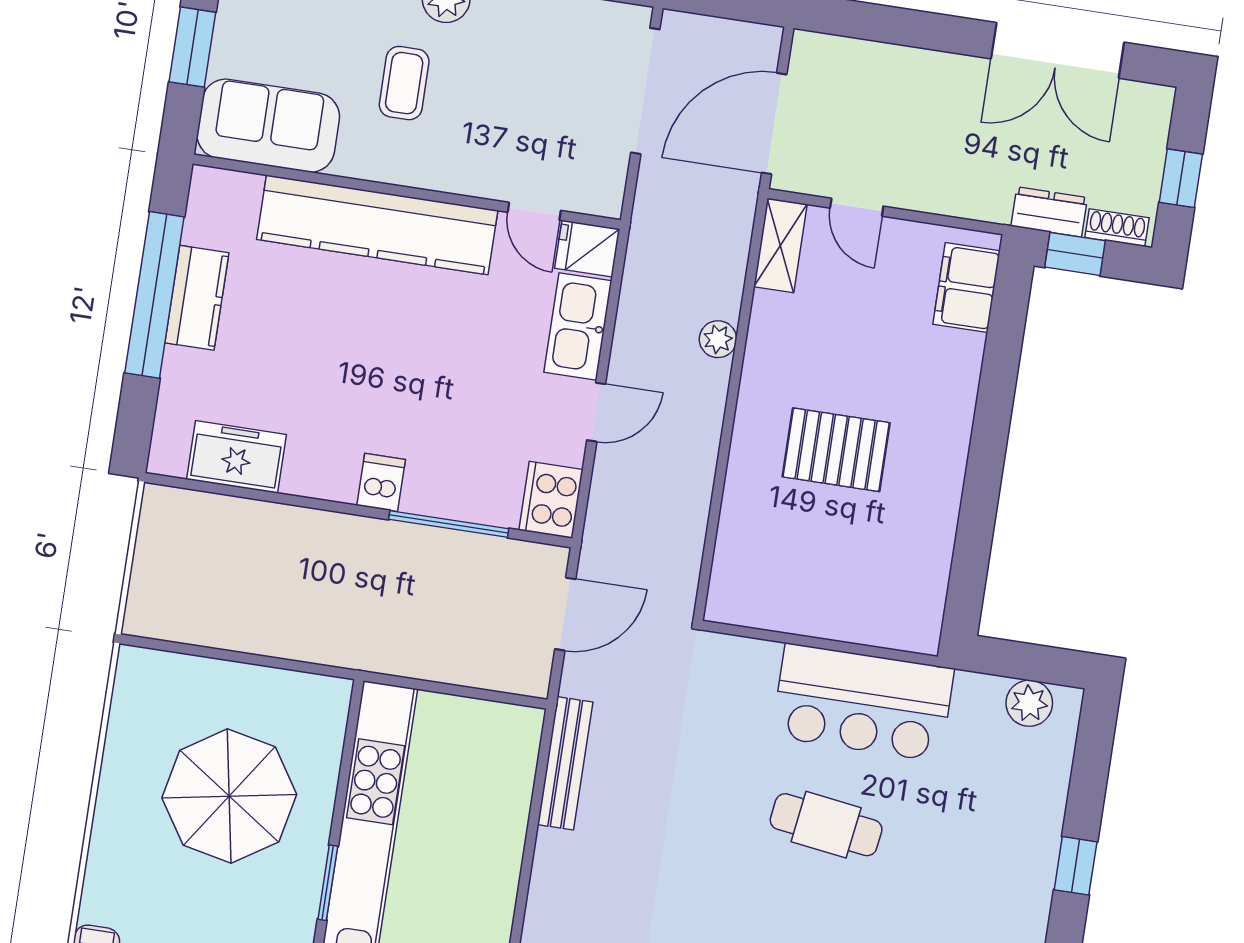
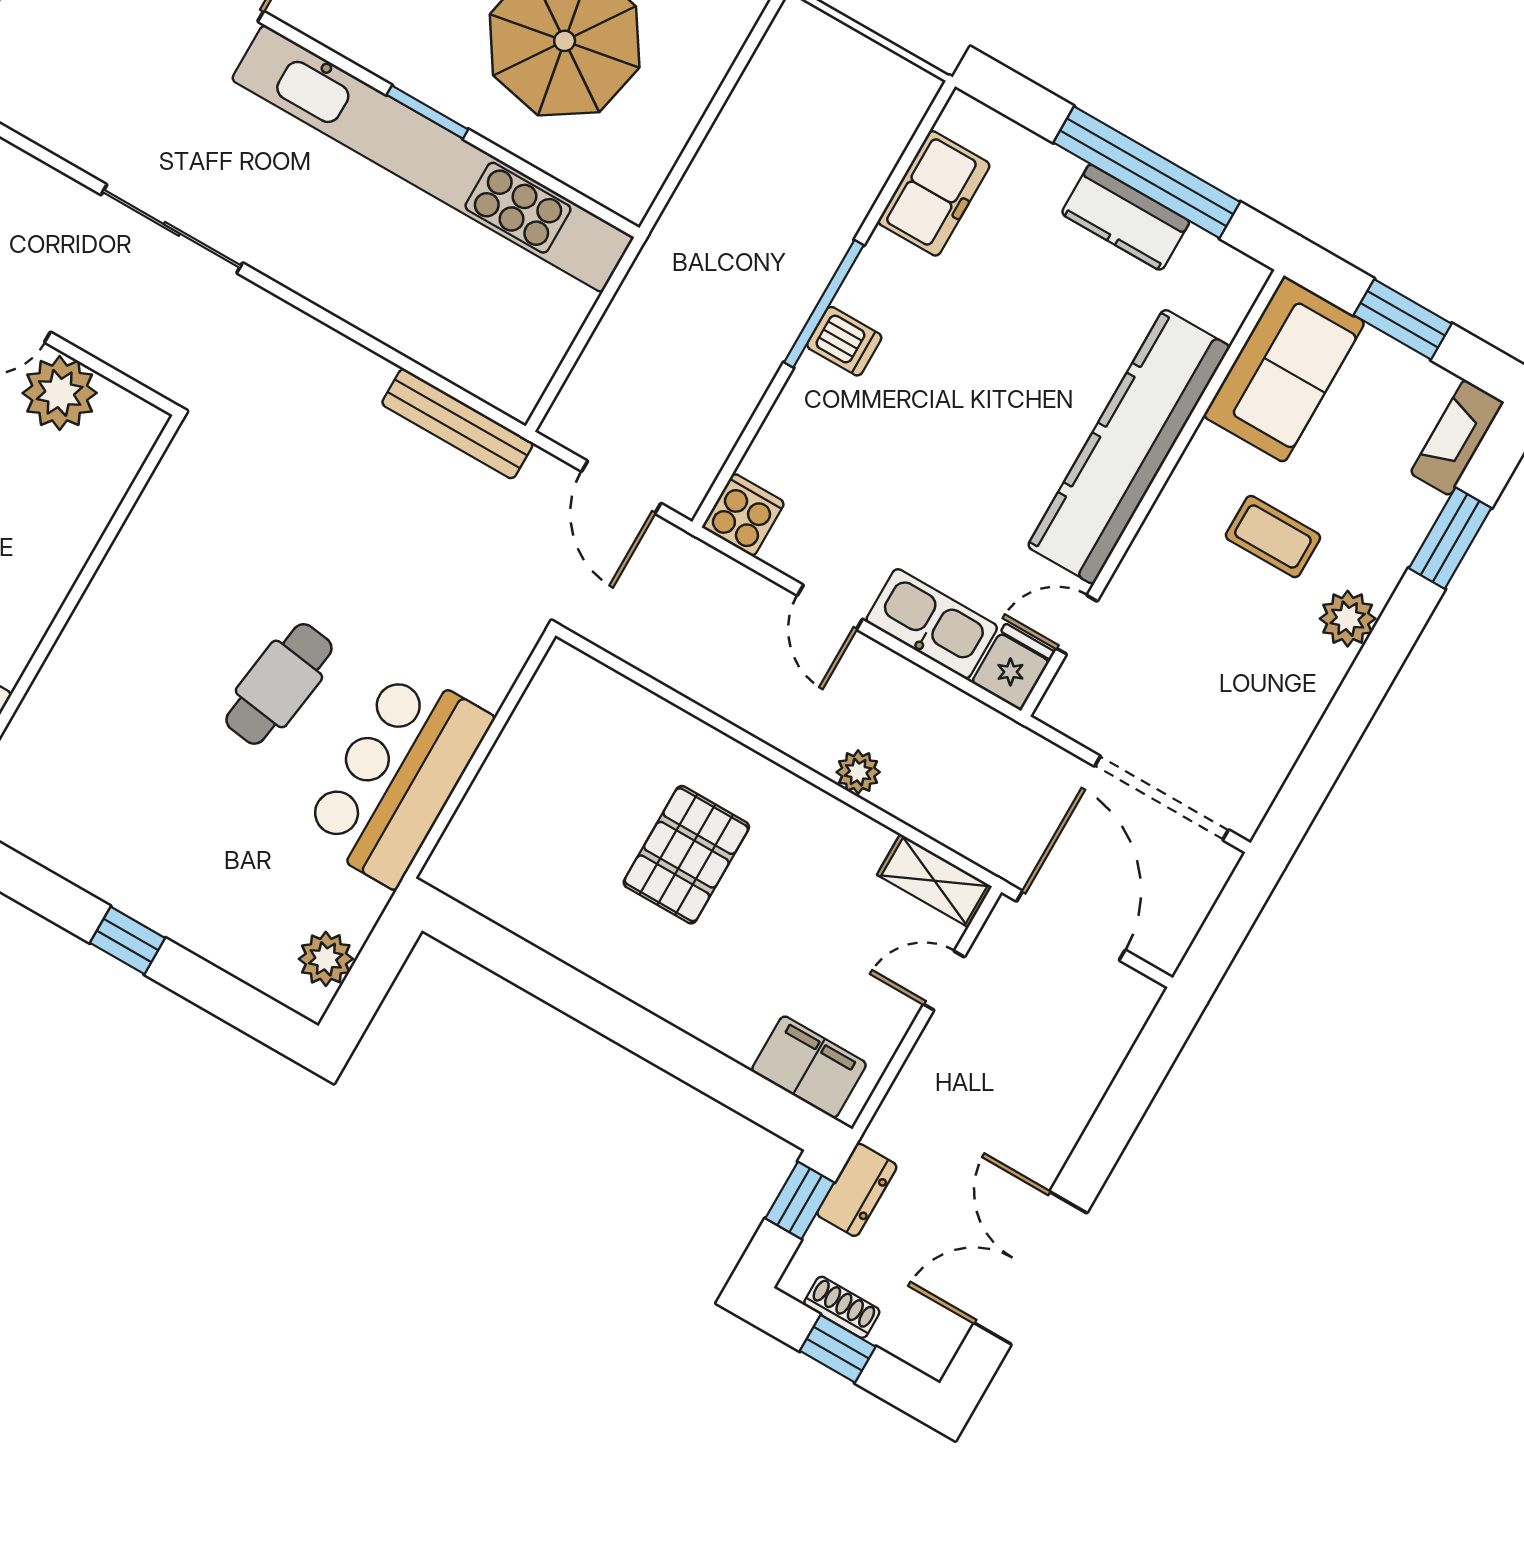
shoe rack: (1117, 228) -> (842, 1307), moved, turned -90
cooker: (551, 500) -> (743, 515), width x0.73
window: (449, 524) -> (824, 304), moved

